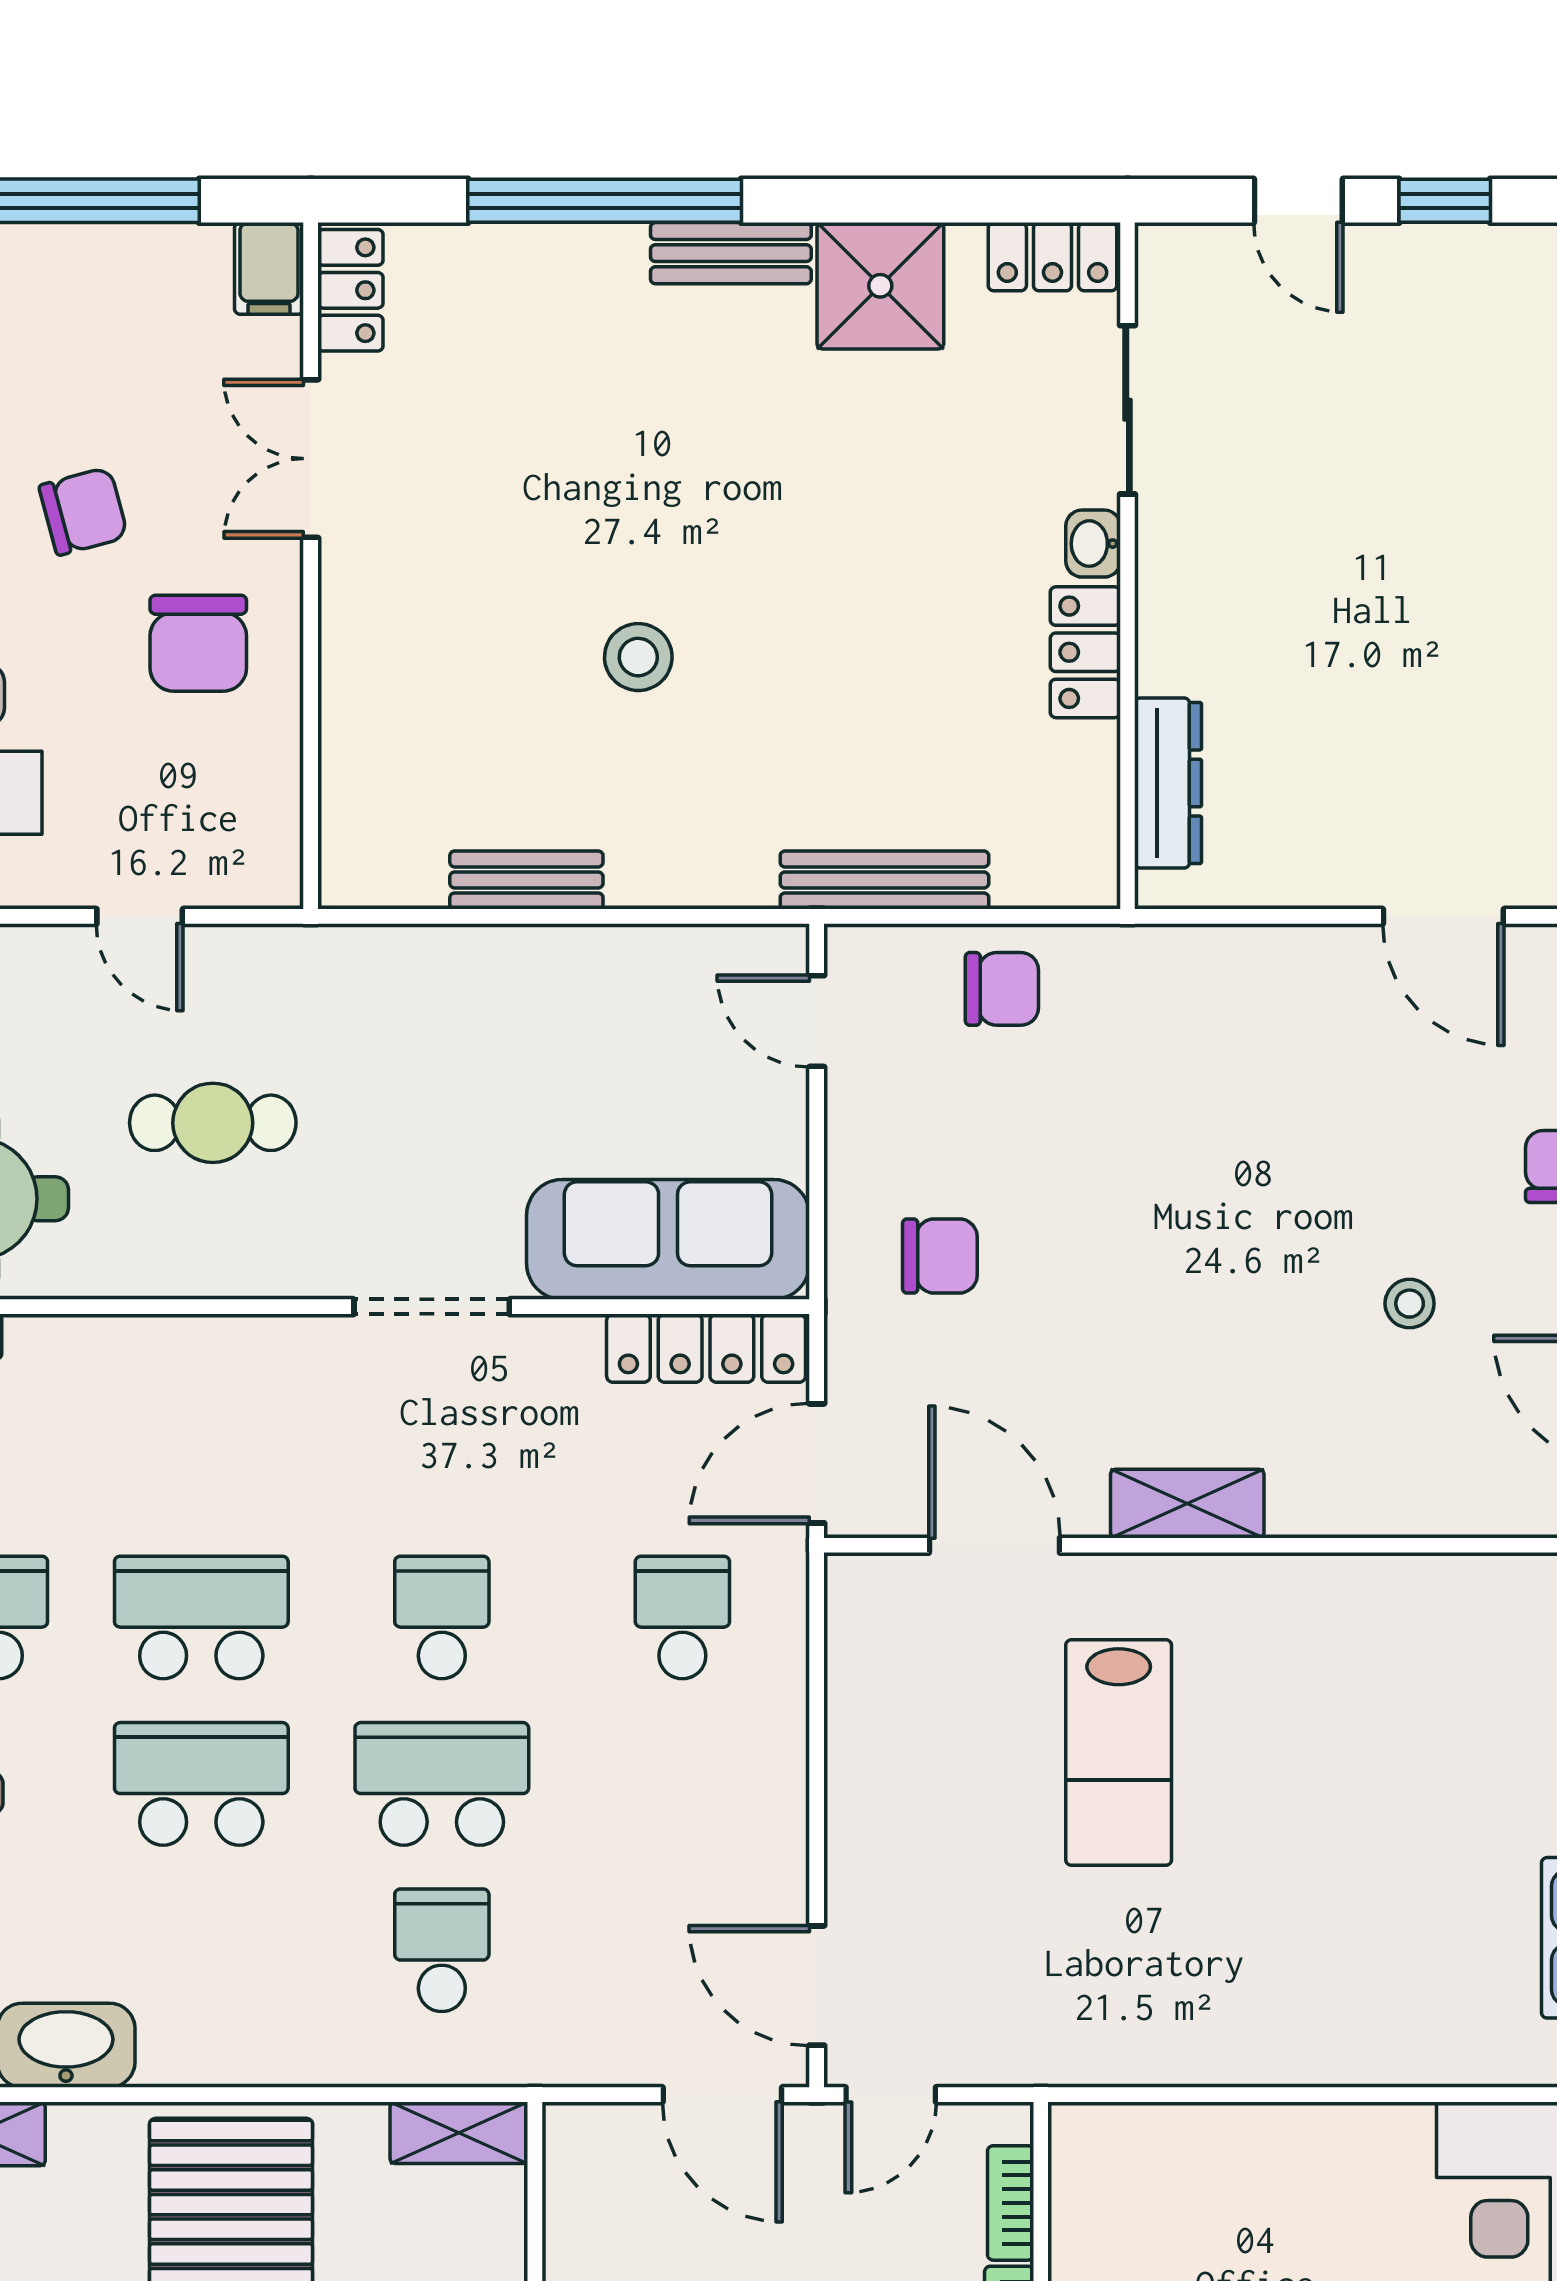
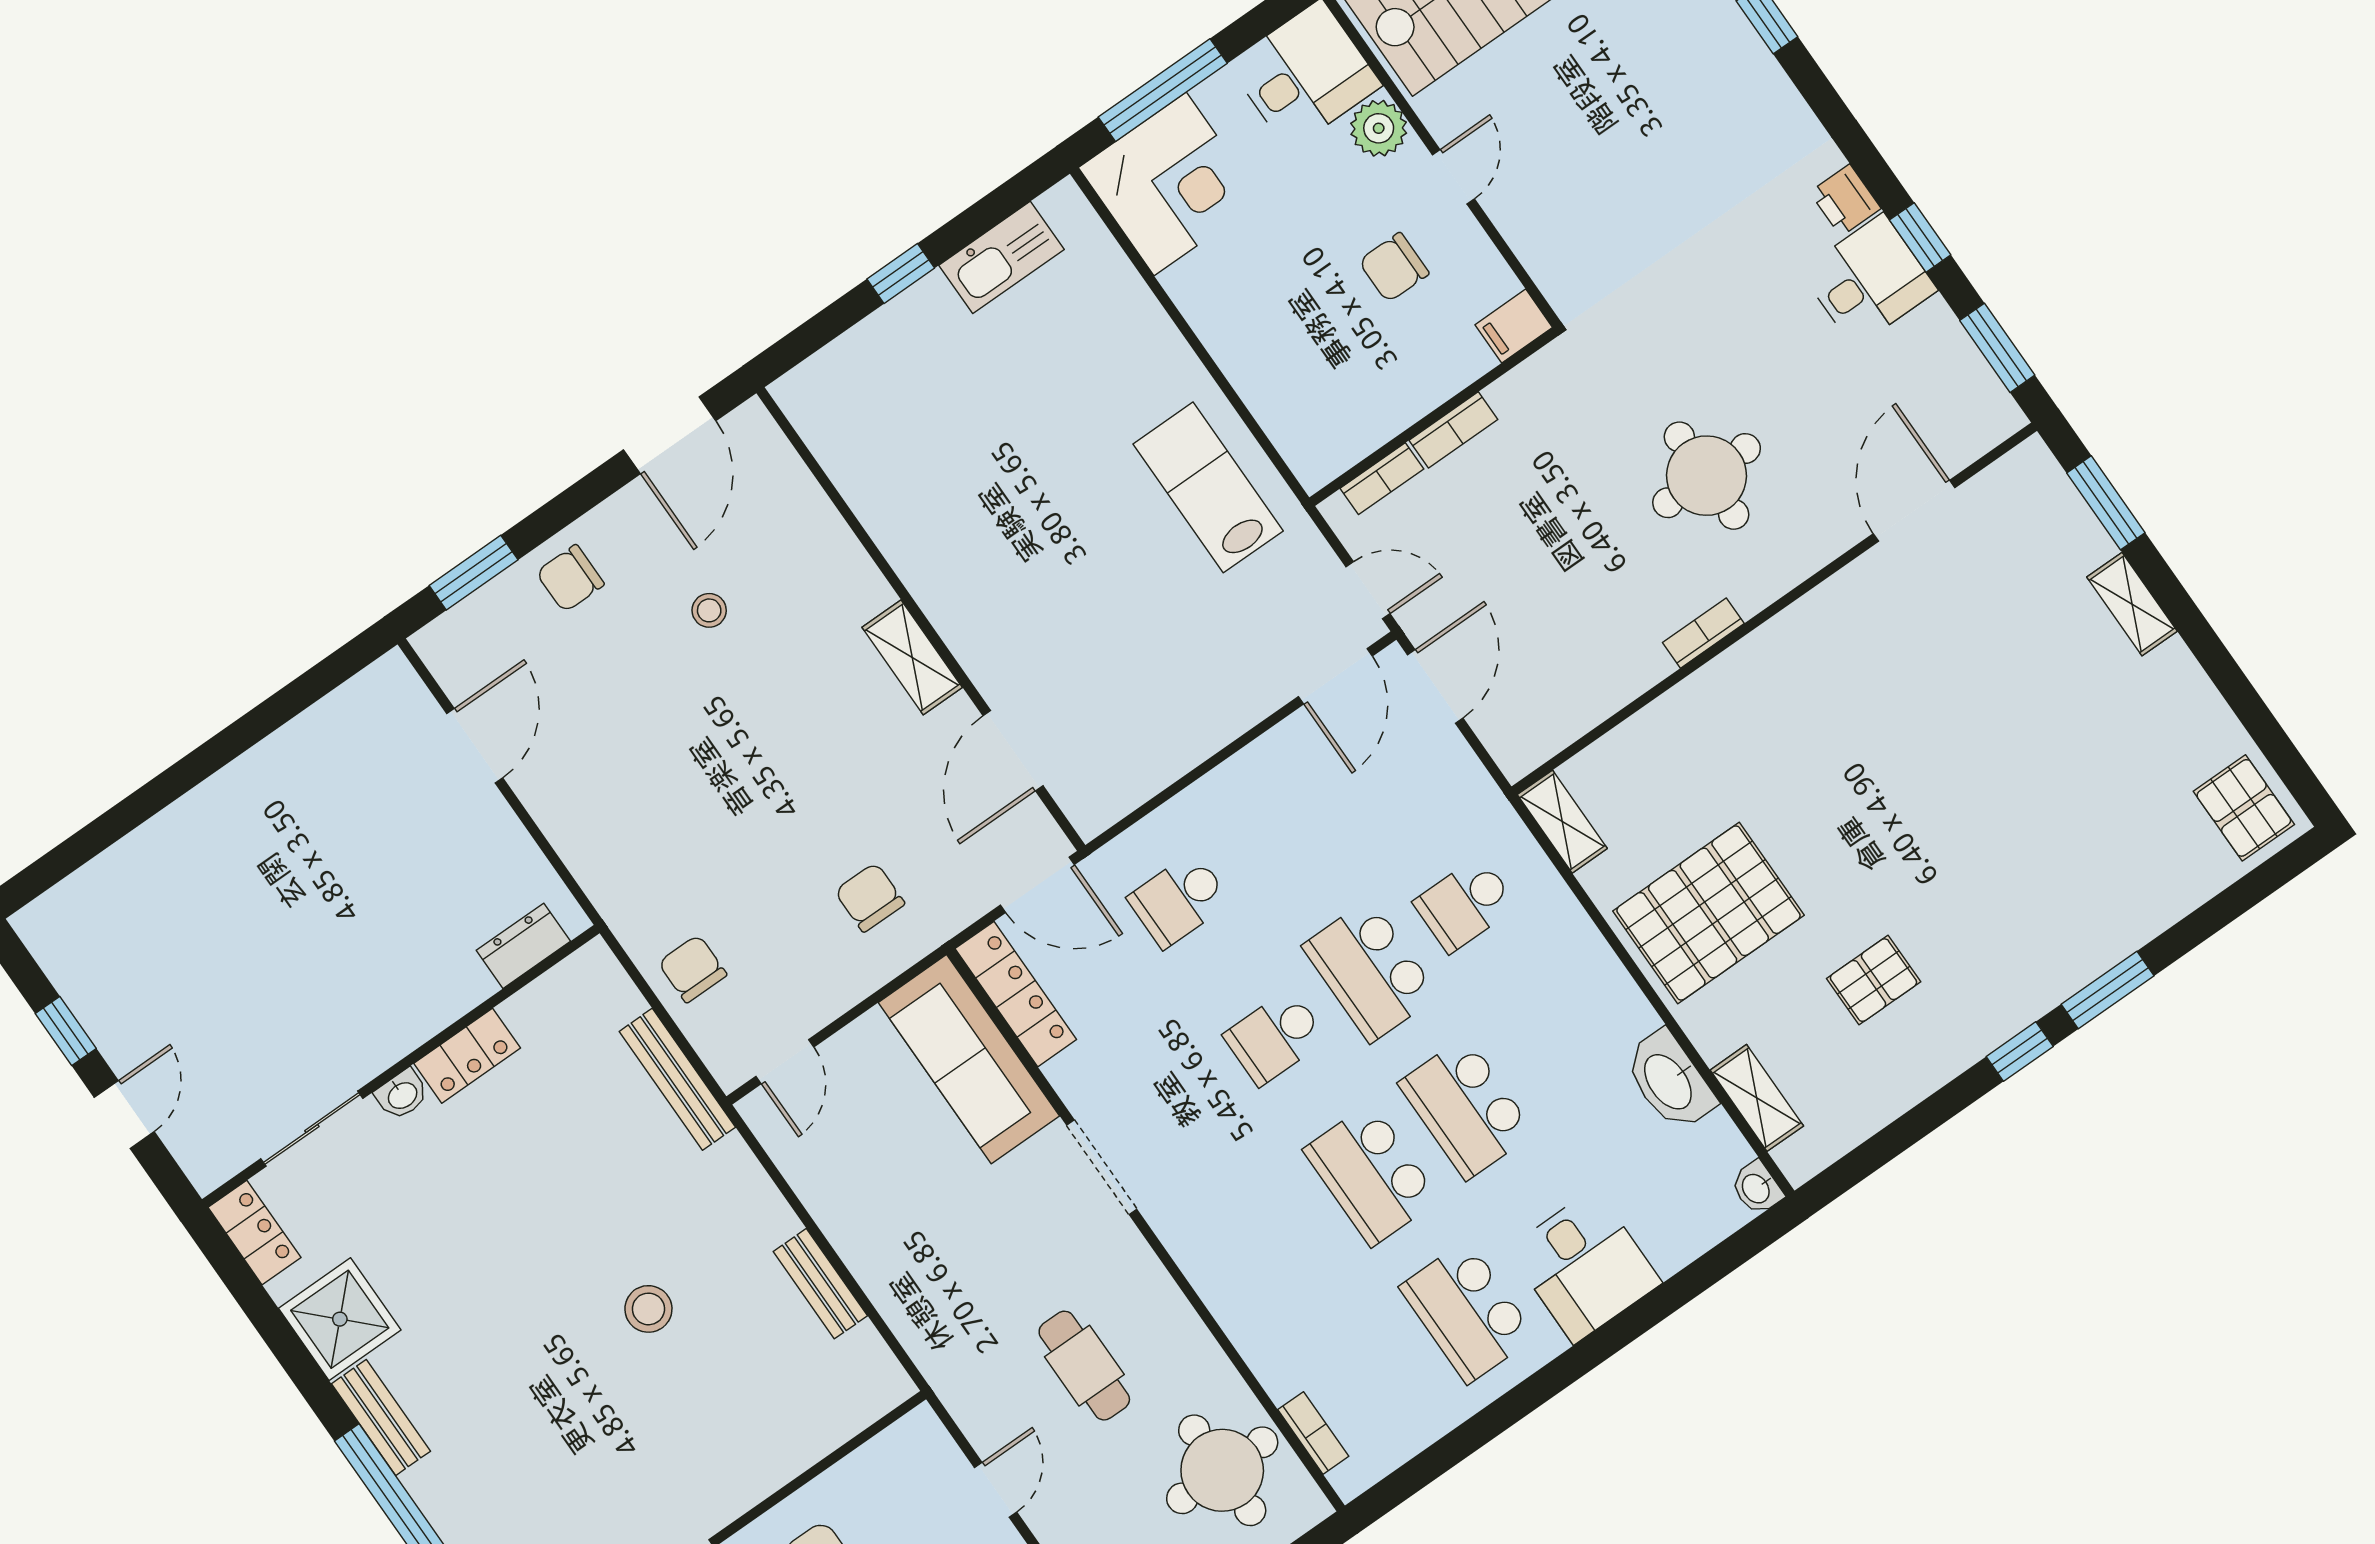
dresser: (1168, 783) -> (523, 946), width x0.70
lab bench: (1119, 1753) -> (1208, 487), moved, turned -90

